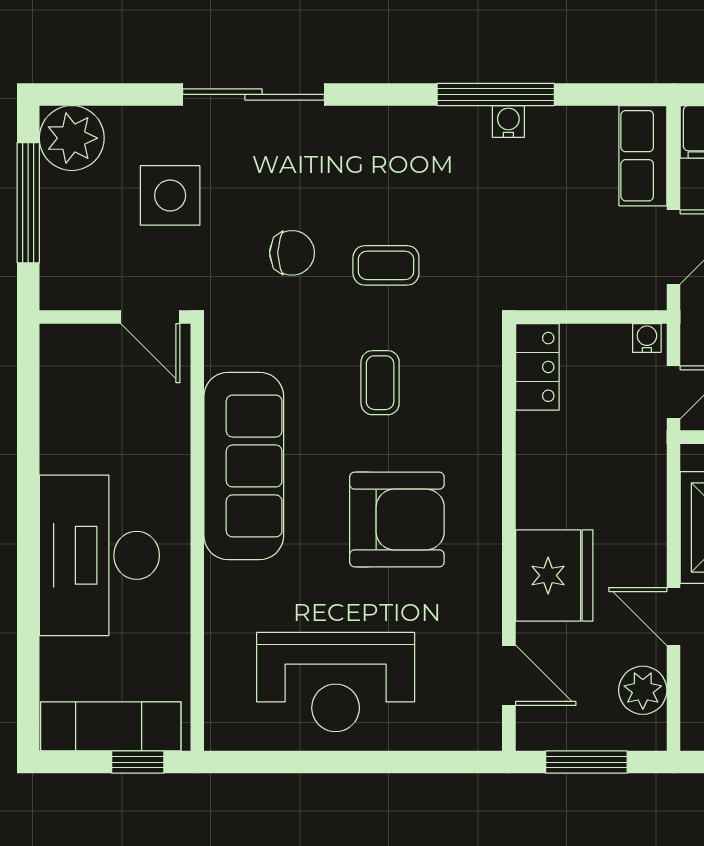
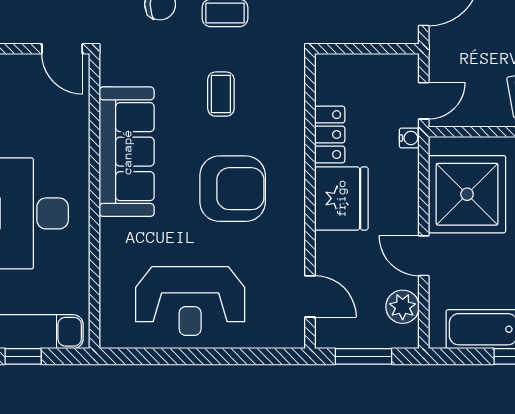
water cooler: (647, 338) -> (409, 138), moved, turned 90
locker: (537, 367) -> (330, 135), moved
fridge: (554, 575) -> (341, 198), moved
window: (138, 762) -> (23, 356), moved

